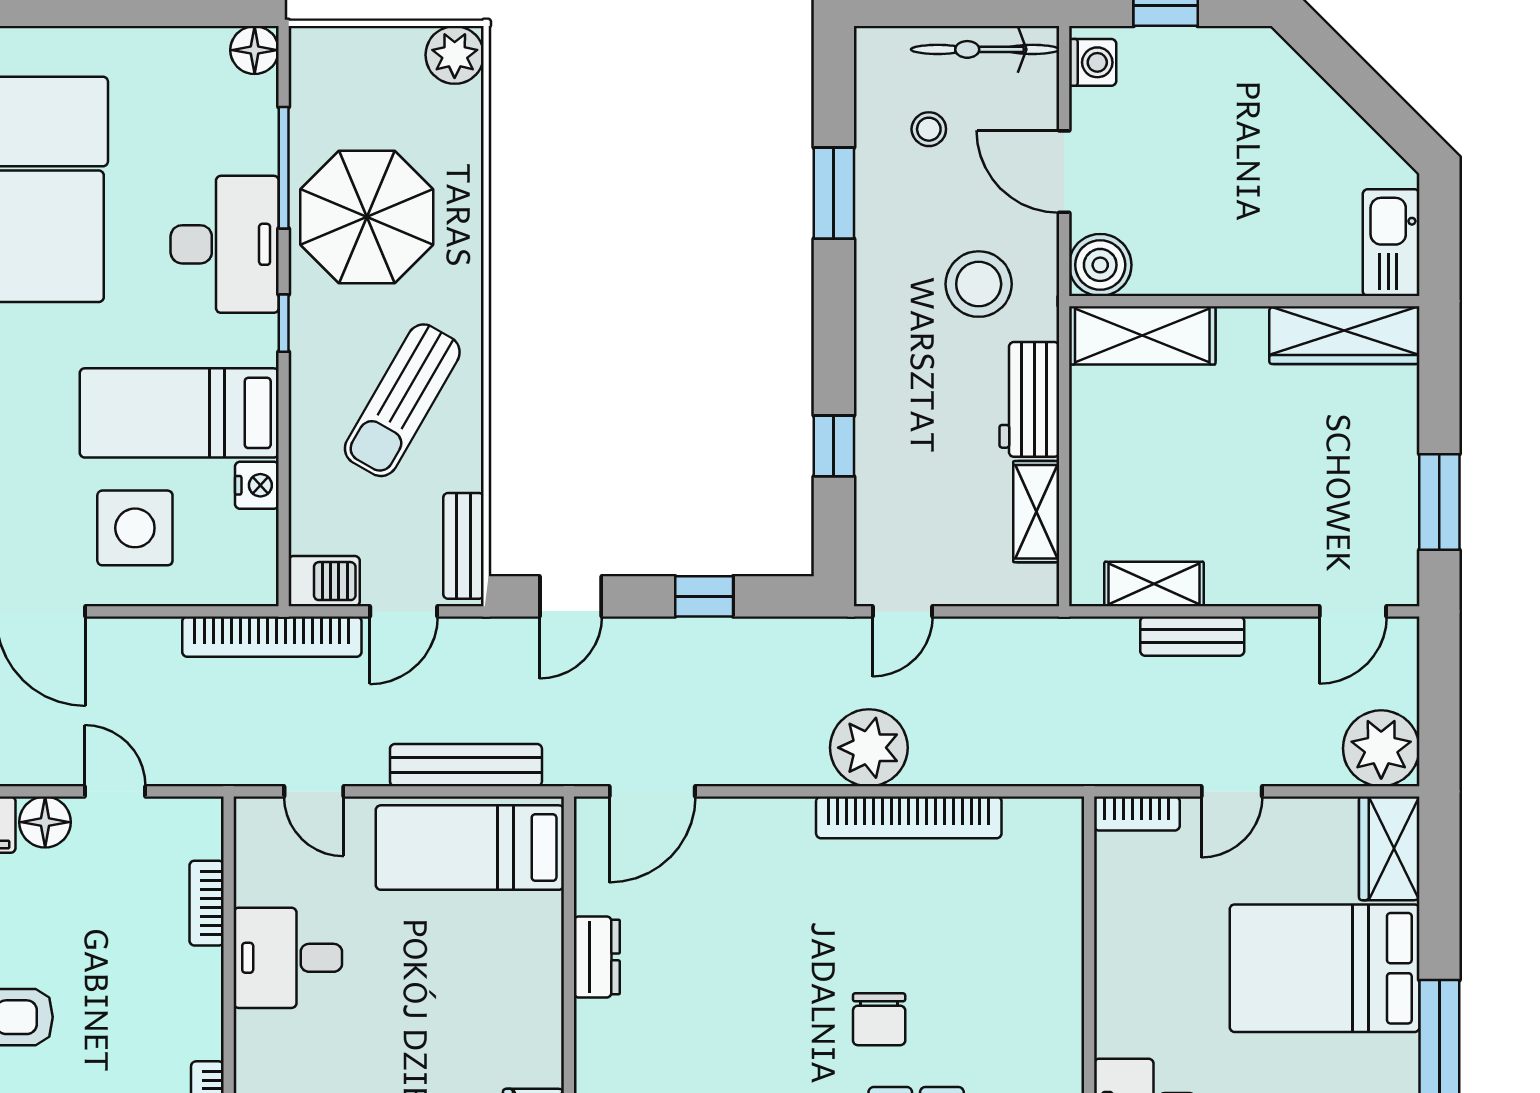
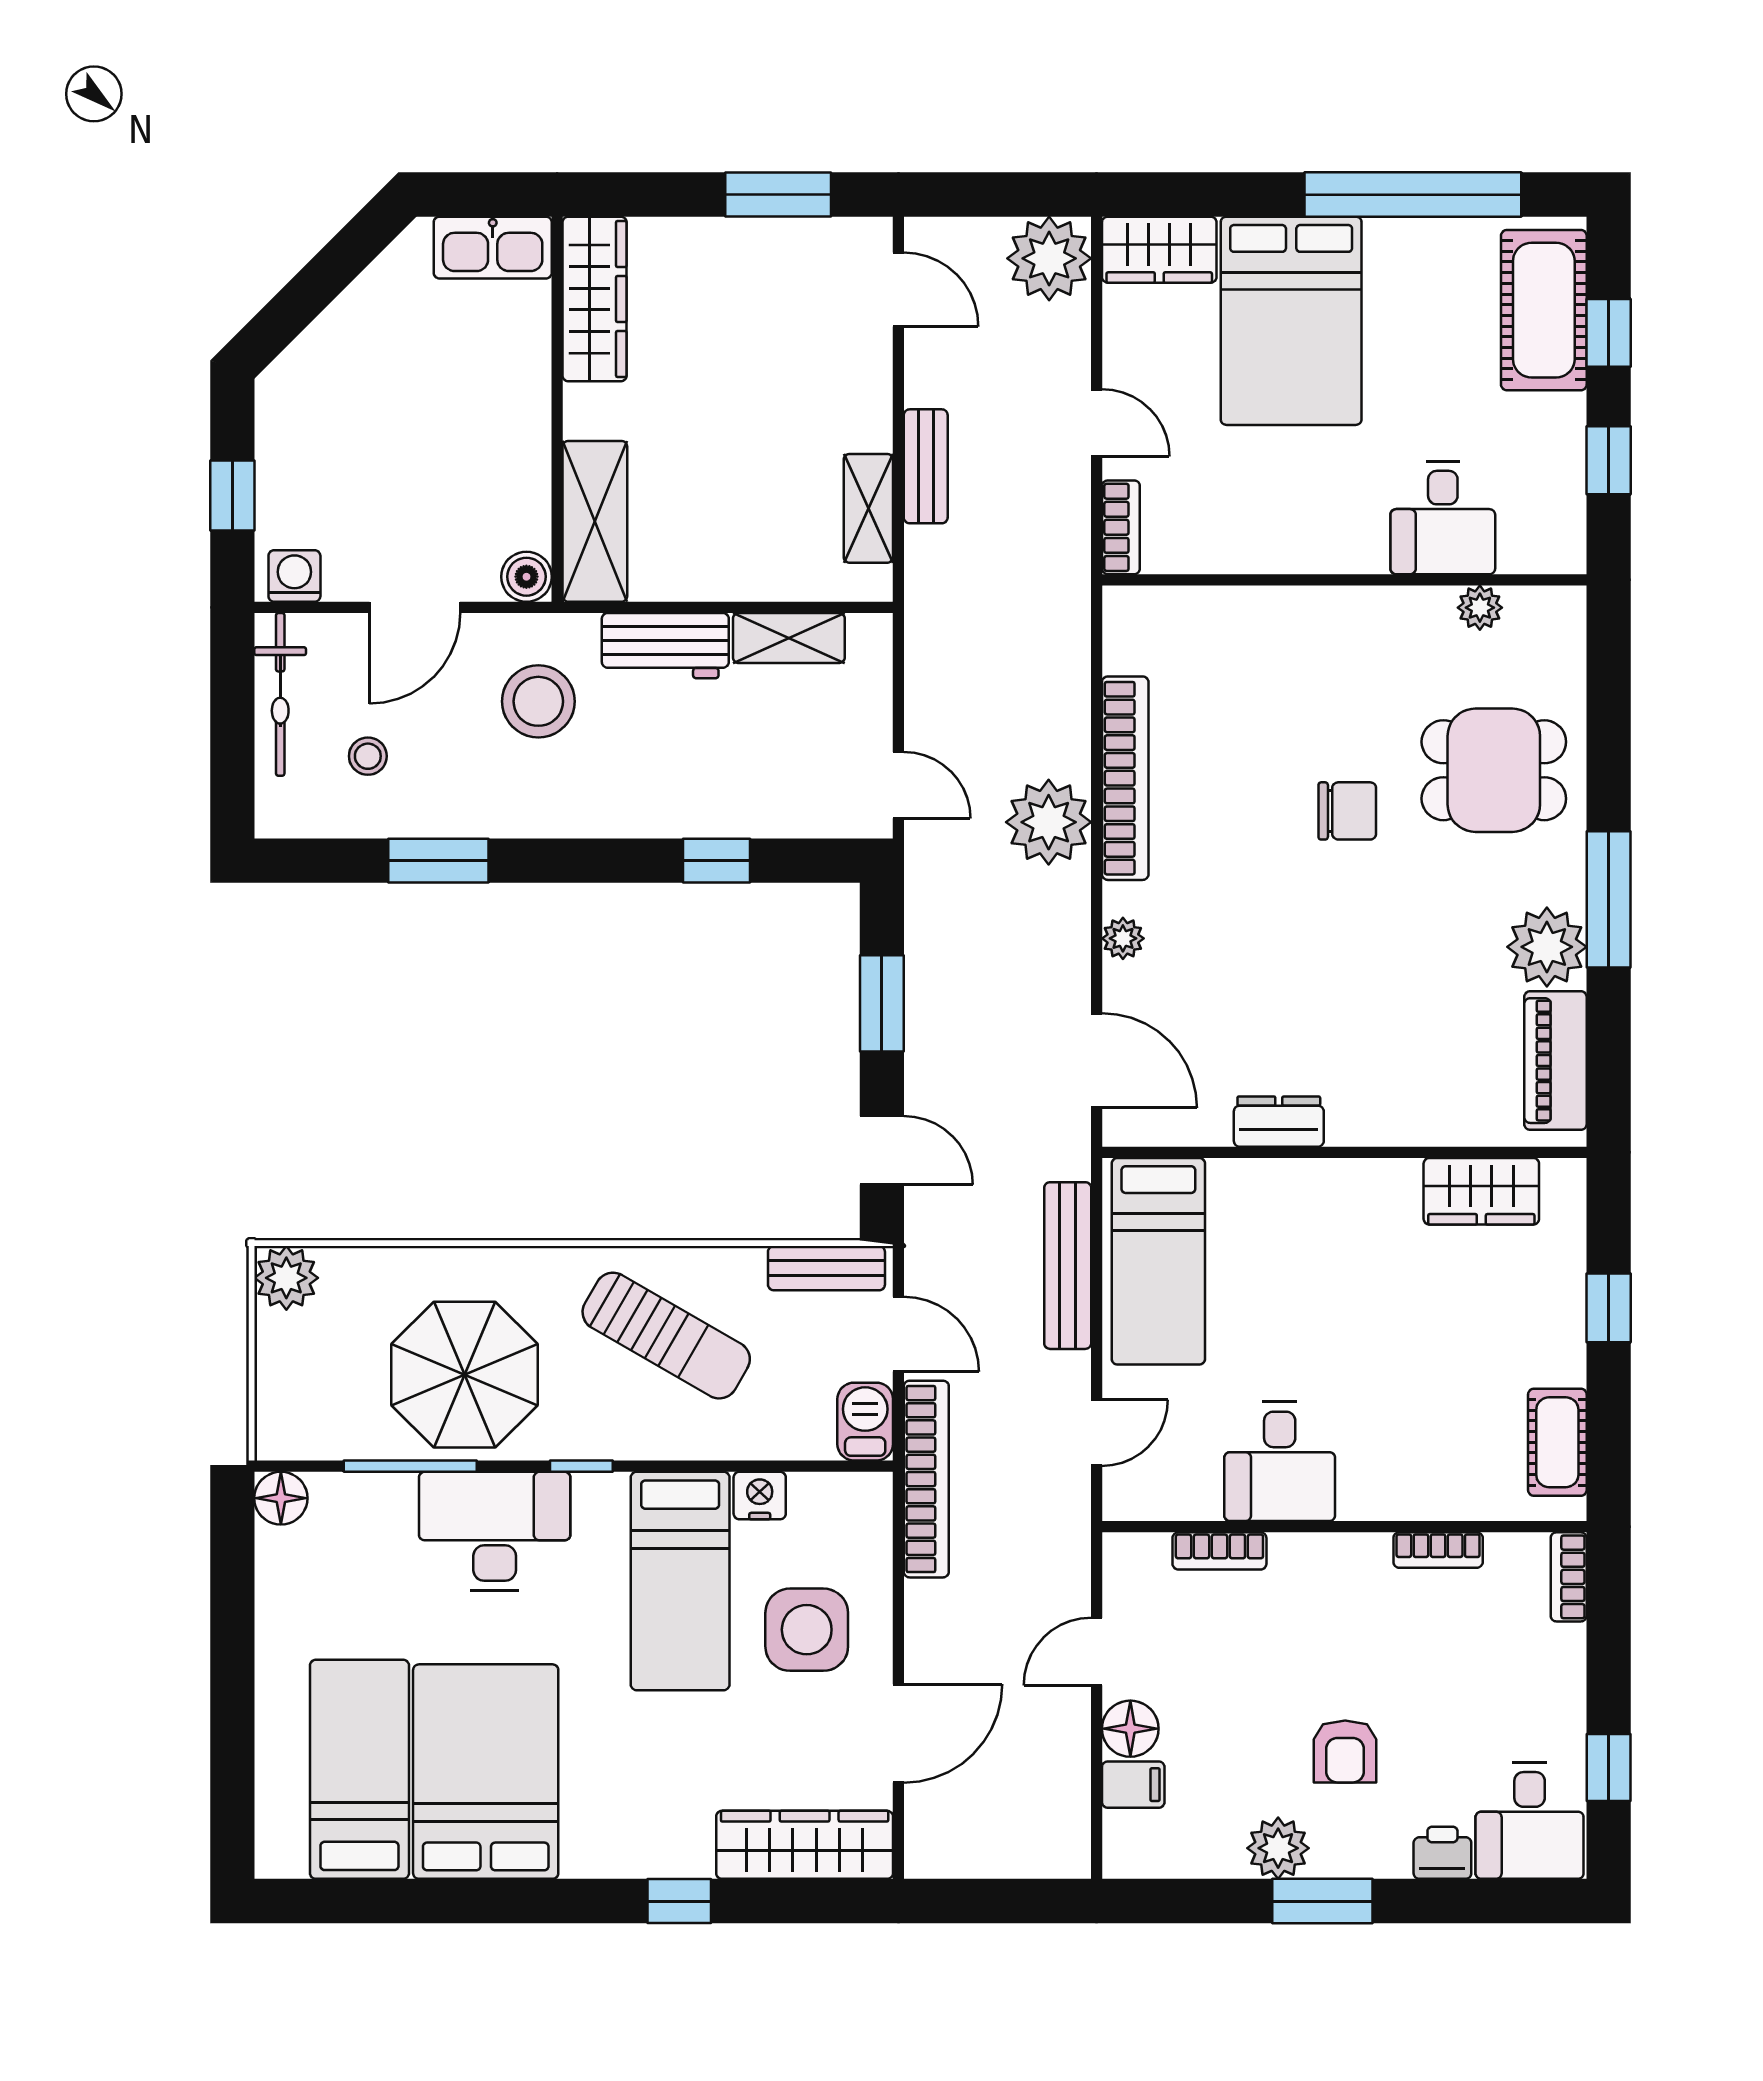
boiler: (1100, 265) -> (526, 577), width x0.73, depth x0.73
window: (704, 596) -> (882, 1003), width x1.50
plant: (763, 815) -> (1123, 938), added

